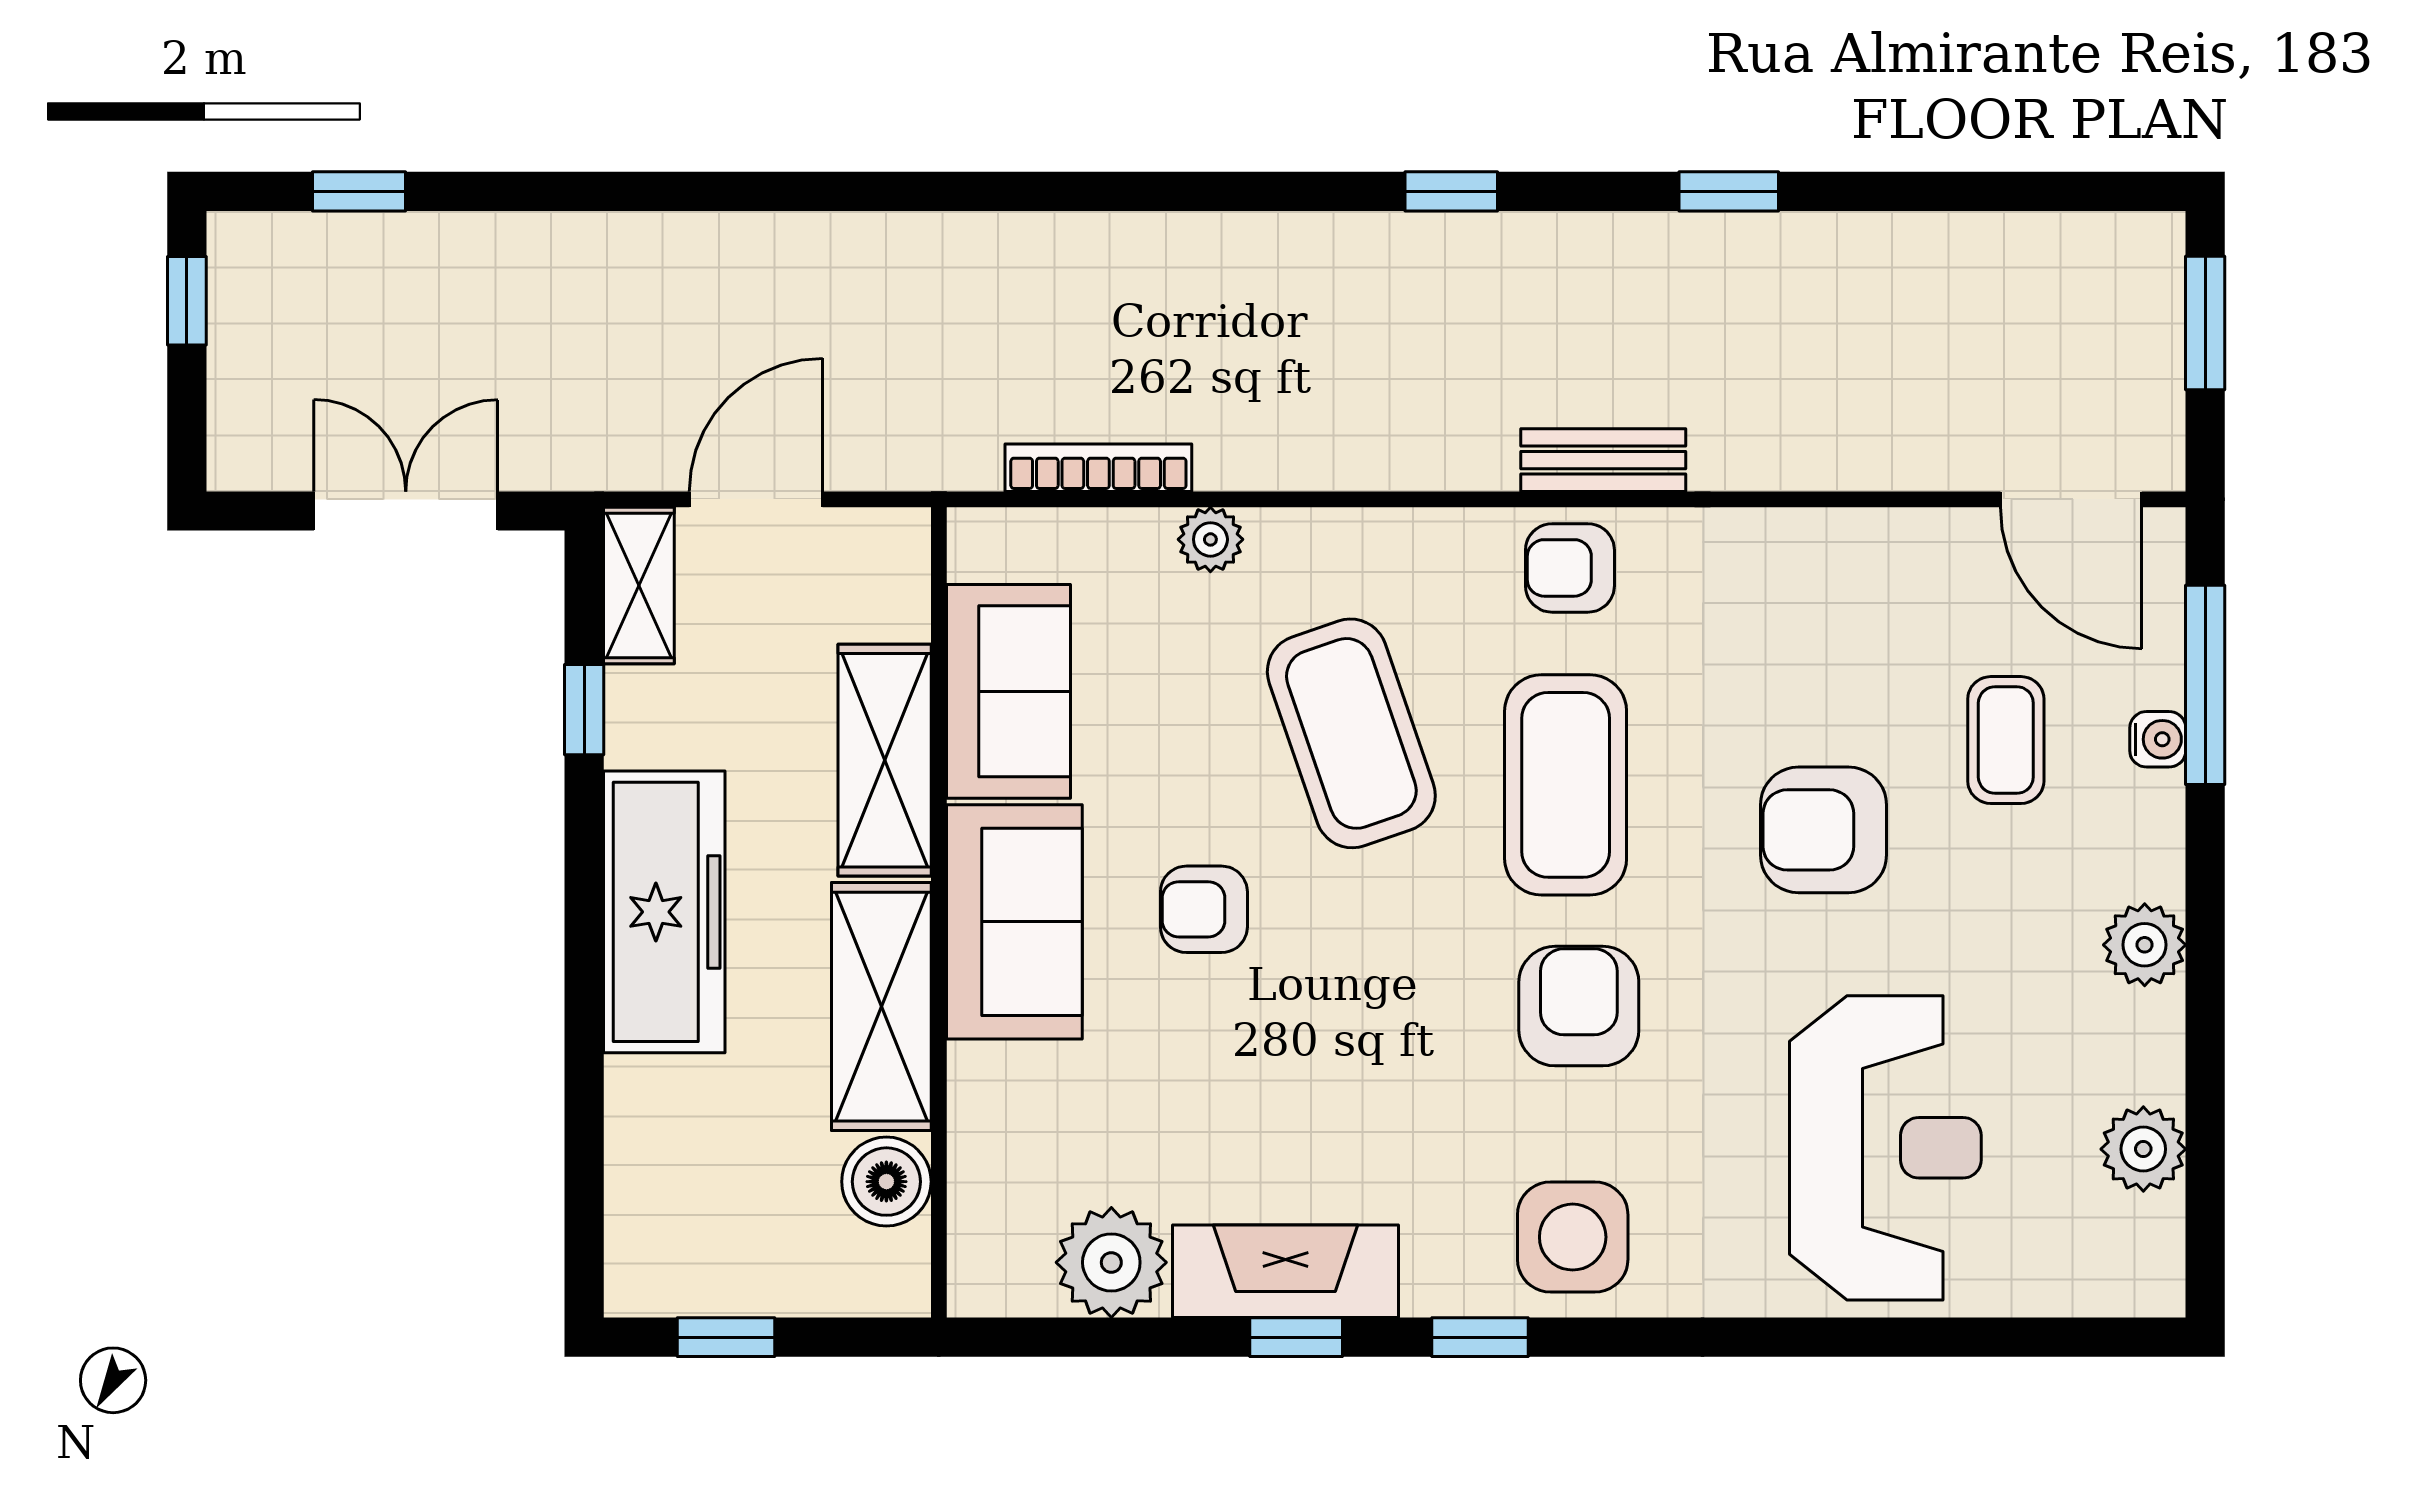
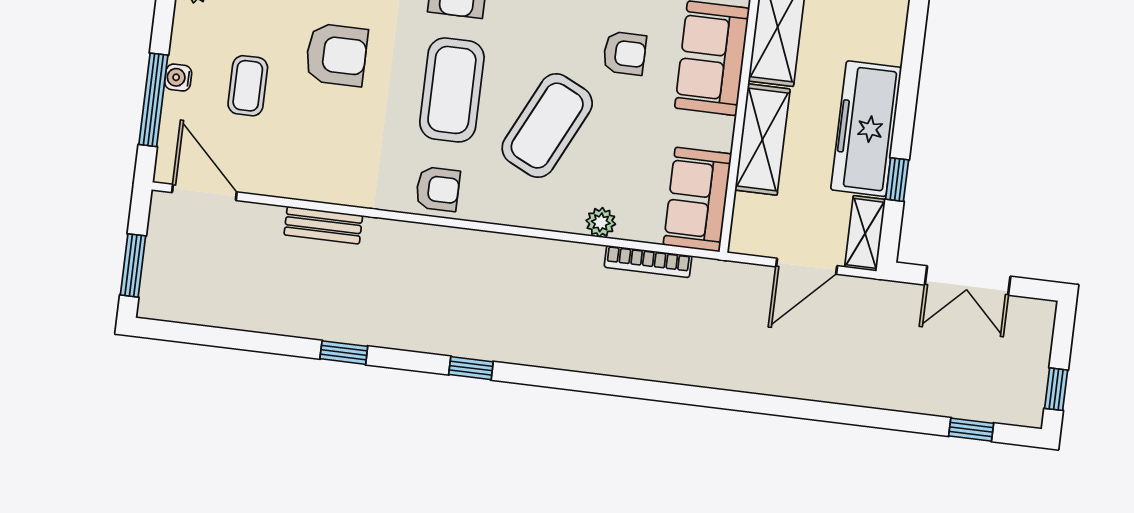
bench: (1603, 460) -> (323, 225), moved
sofa: (1009, 691) -> (697, 199), moved
coffee table: (1351, 733) -> (547, 126), turned 45
freezer: (664, 912) -> (866, 129), moved

